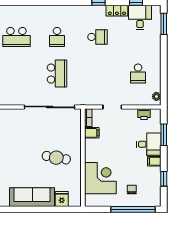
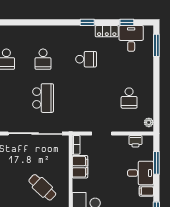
filing cabinet: (92, 133) -> (80, 167), width x2.00
cafe table: (56, 158) -> (42, 187), turned 33

